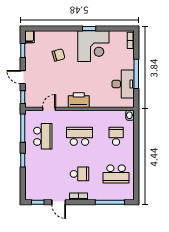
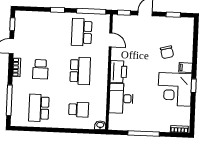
filing cabinet: (29, 37) -> (186, 68), moved
desk: (123, 84) -> (121, 99), moved, turned 90
school desk: (43, 136) -> (82, 32), turned 90

